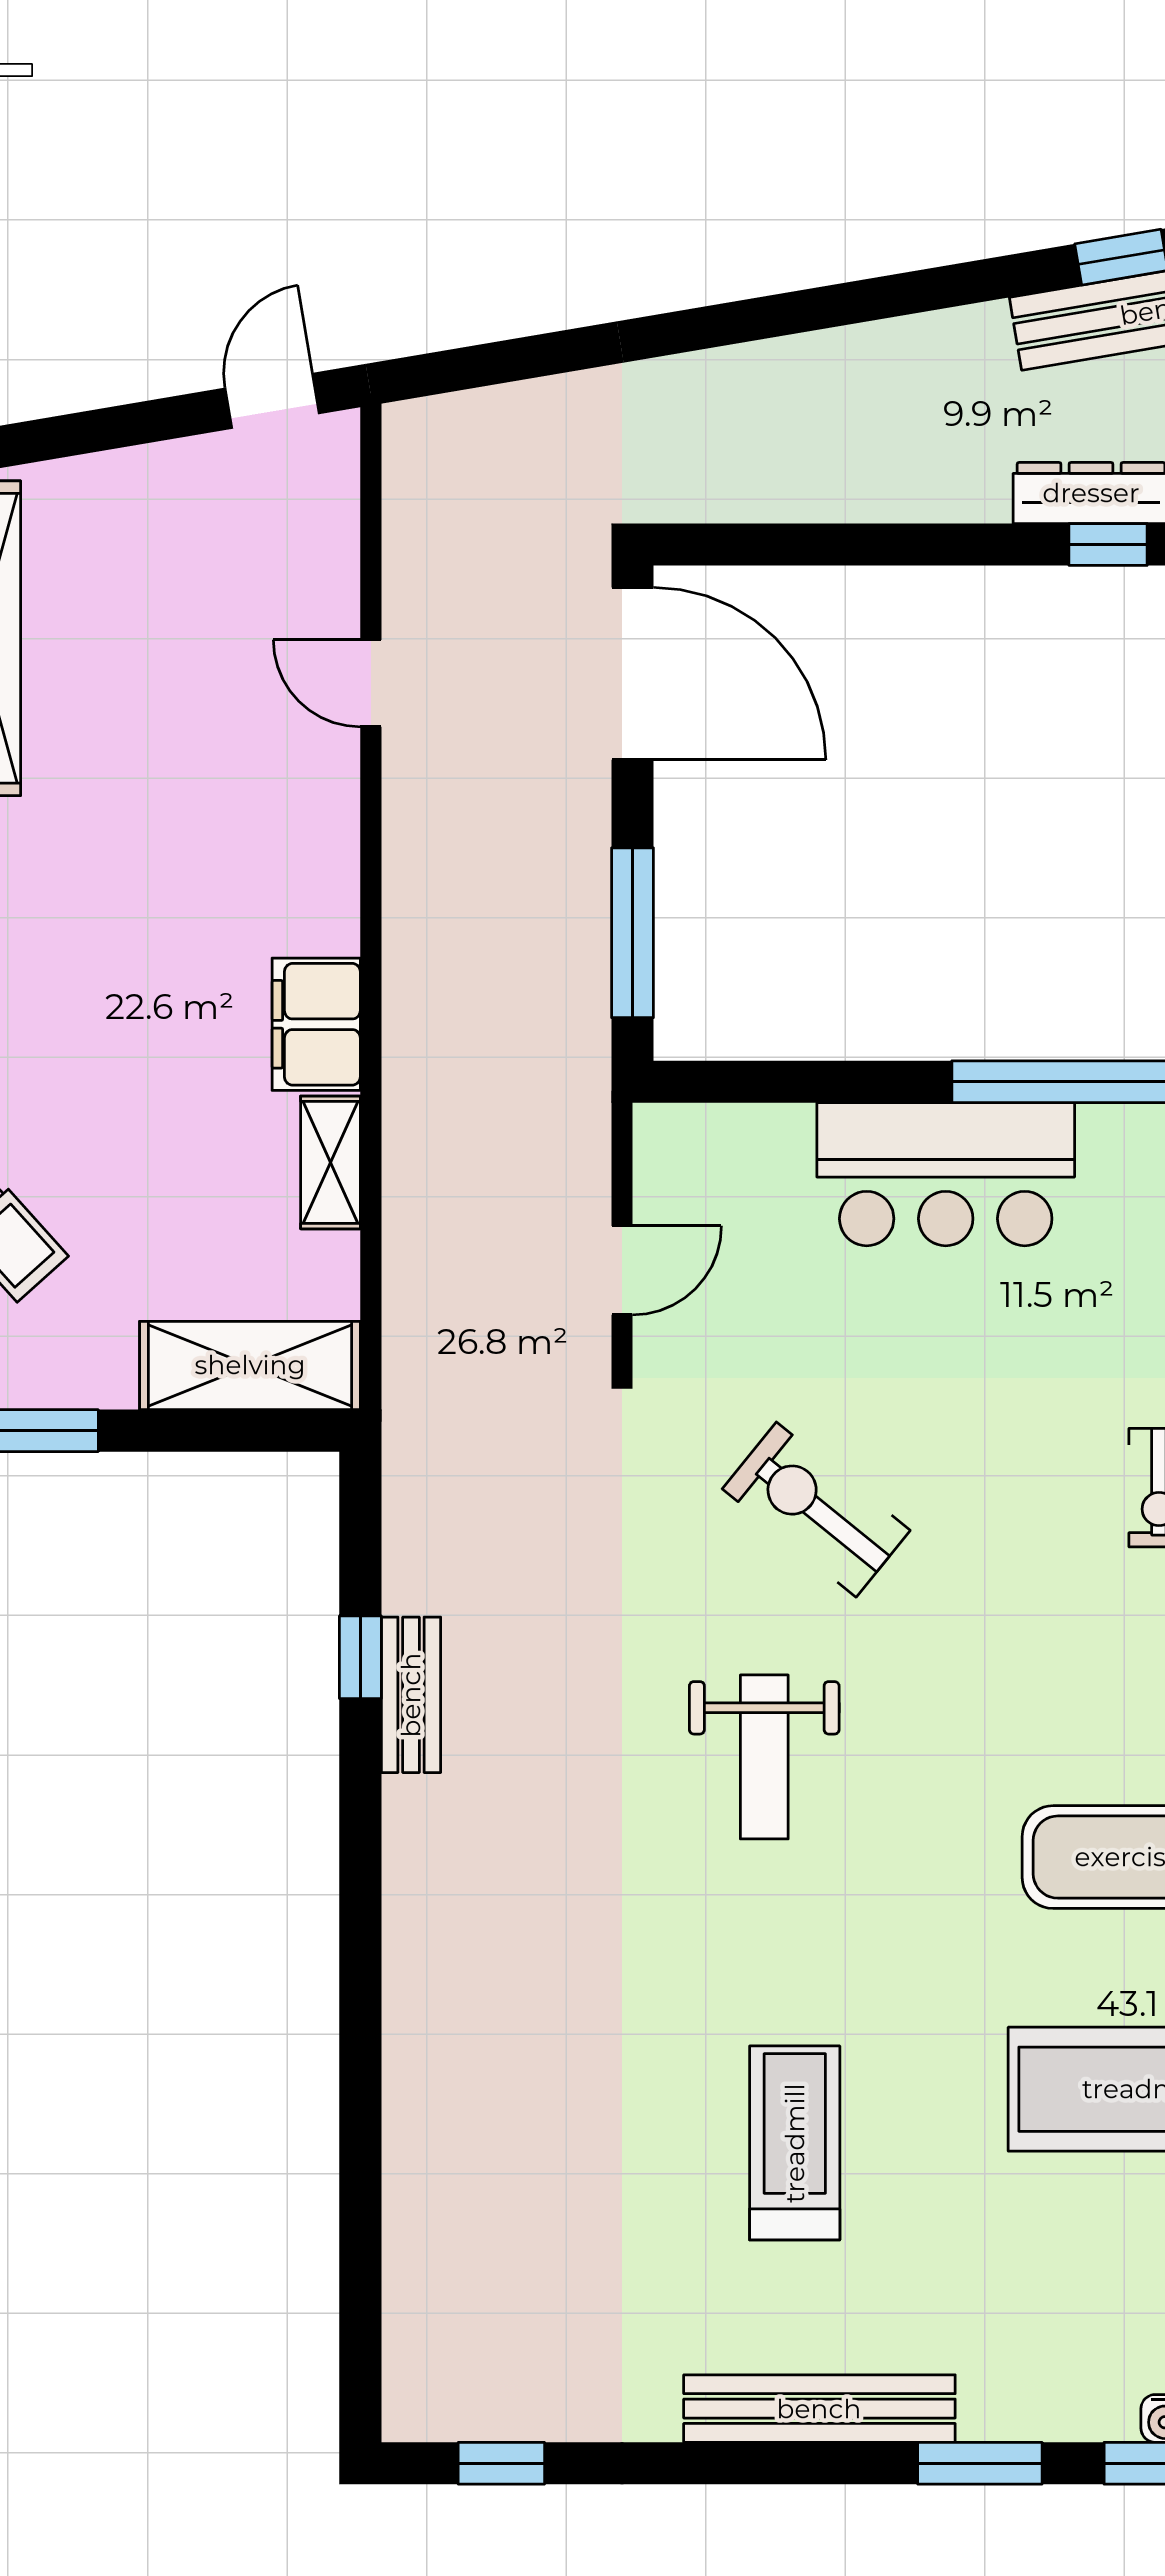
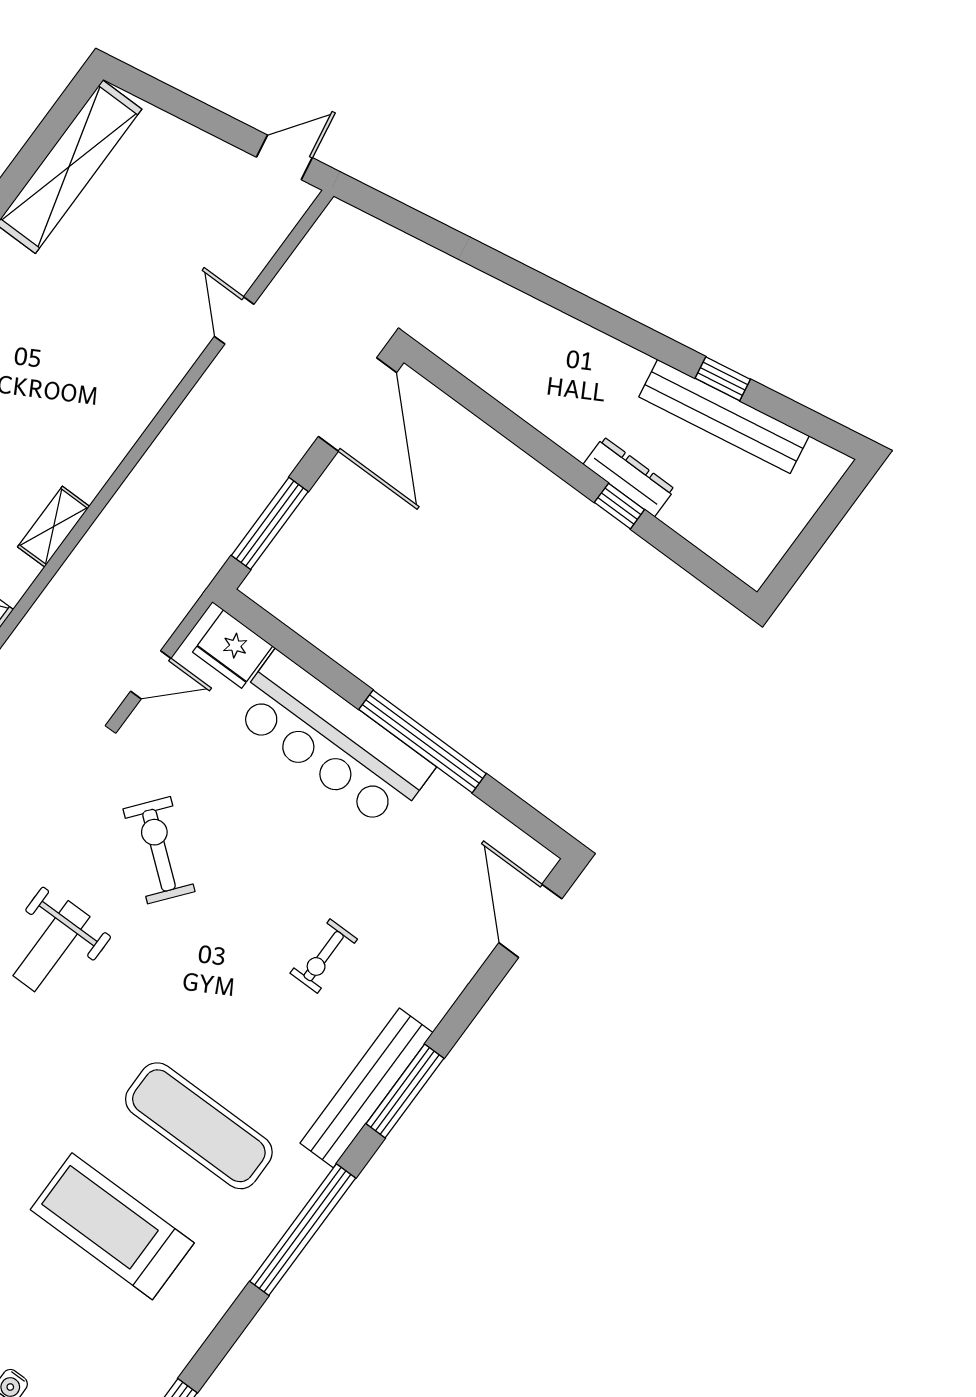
filing cabinet: (316, 1024) -> (94, 458), removed
fridge: (711, 1149) -> (233, 649), added
bar counter: (946, 1174) -> (332, 740), width x1.36

